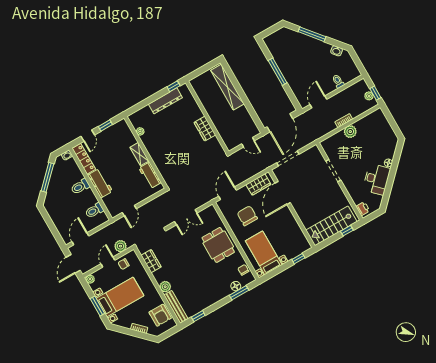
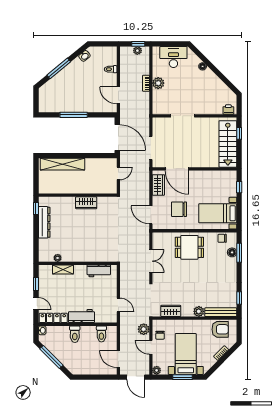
shelving: (139, 154) -> (63, 269), moved
desk: (377, 179) -> (173, 57), moved, turned -45

